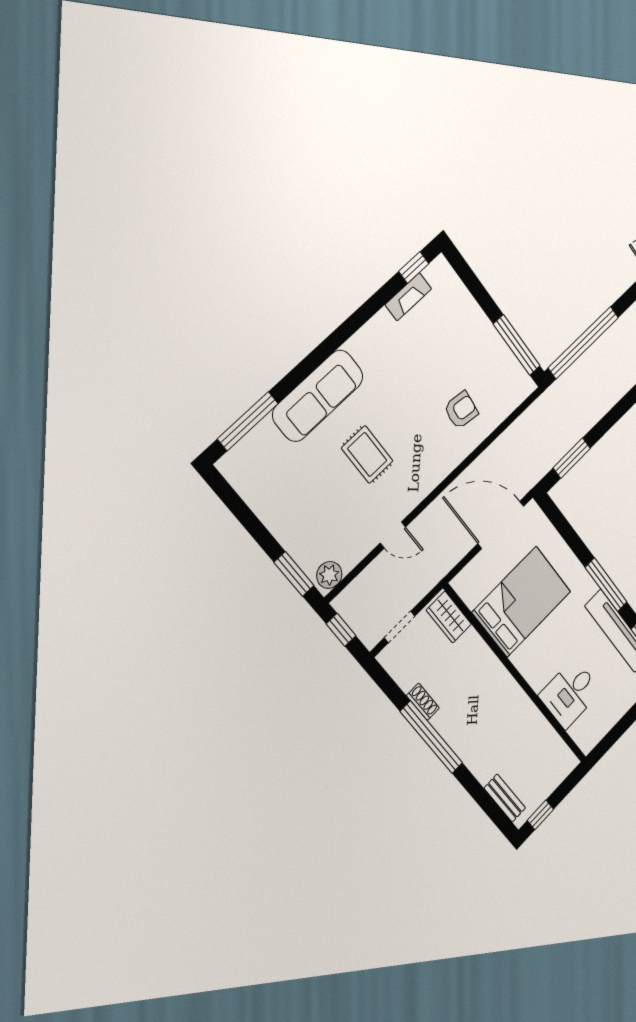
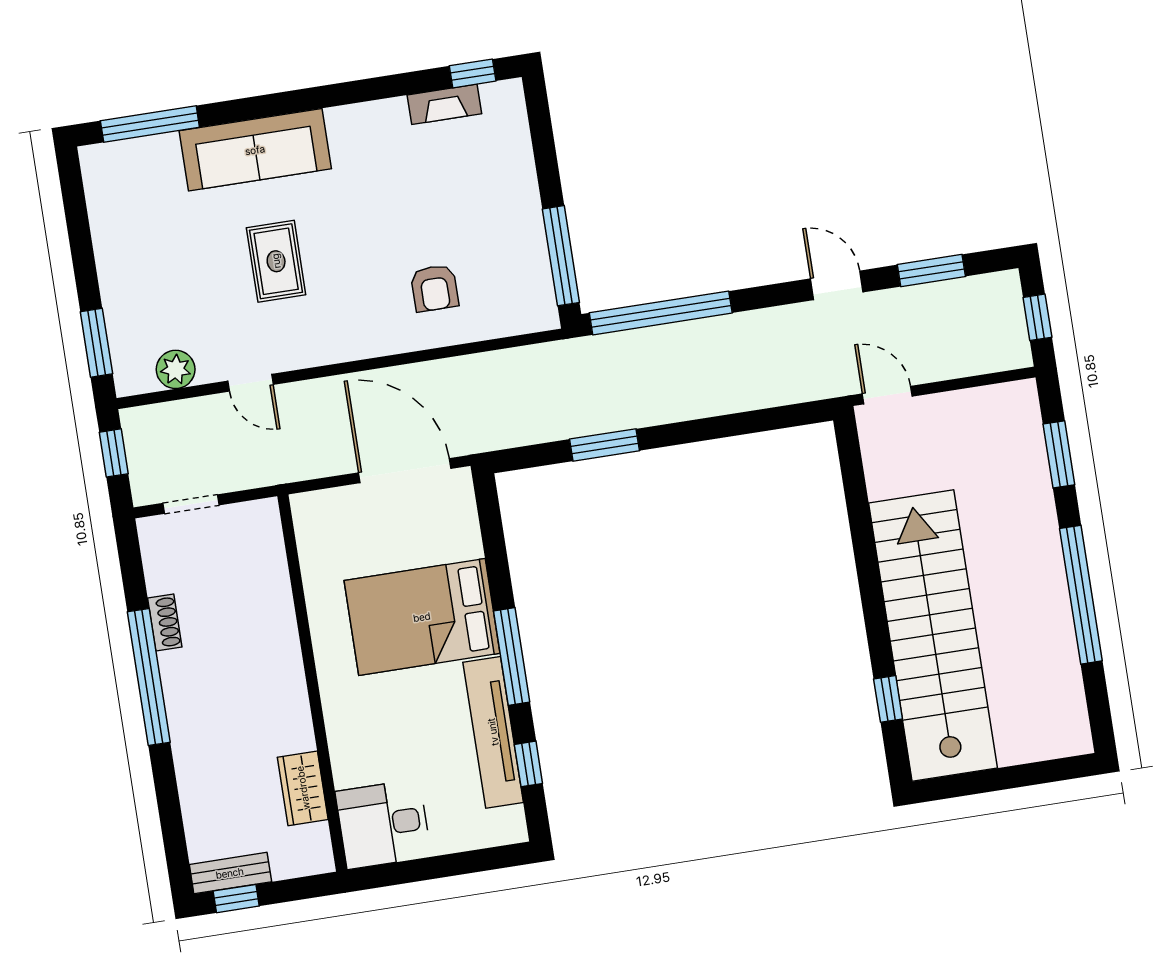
armchair: (461, 410) -> (435, 288), turned 83
window: (572, 458) -> (604, 445), moved
plant: (329, 575) -> (176, 369), moved
bed: (522, 602) -> (422, 617), moved, turned 180
wardrobe: (449, 617) -> (303, 788), moved
desk: (570, 693) -> (383, 824), moved
bench: (505, 798) -> (230, 873), moved, turned 90

